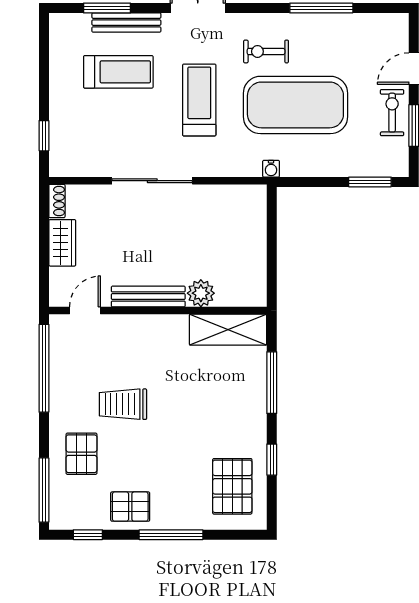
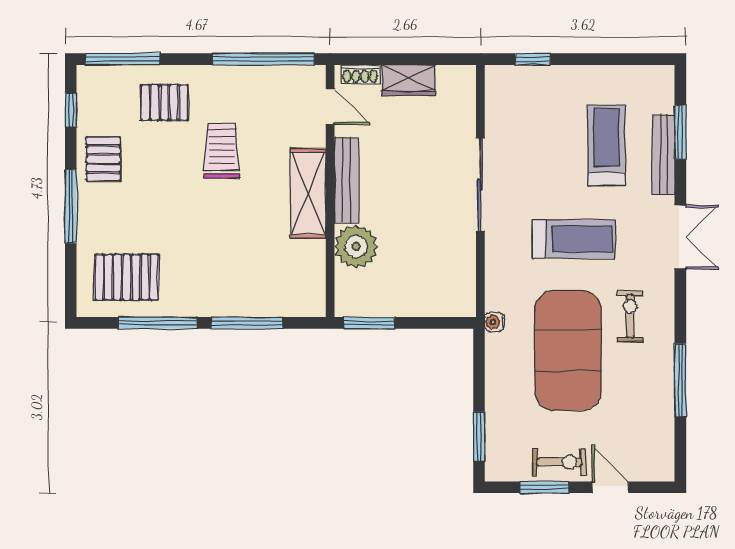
treadmill: (118, 72) -> (606, 145), turned 180
shoe rack: (57, 201) -> (360, 74), moved
window: (272, 277) -> (369, 323), added
plant: (201, 293) -> (356, 247), width x1.36, depth x1.36
shelving: (228, 330) -> (308, 193), moved
window: (272, 460) -> (158, 323), width x2.17

